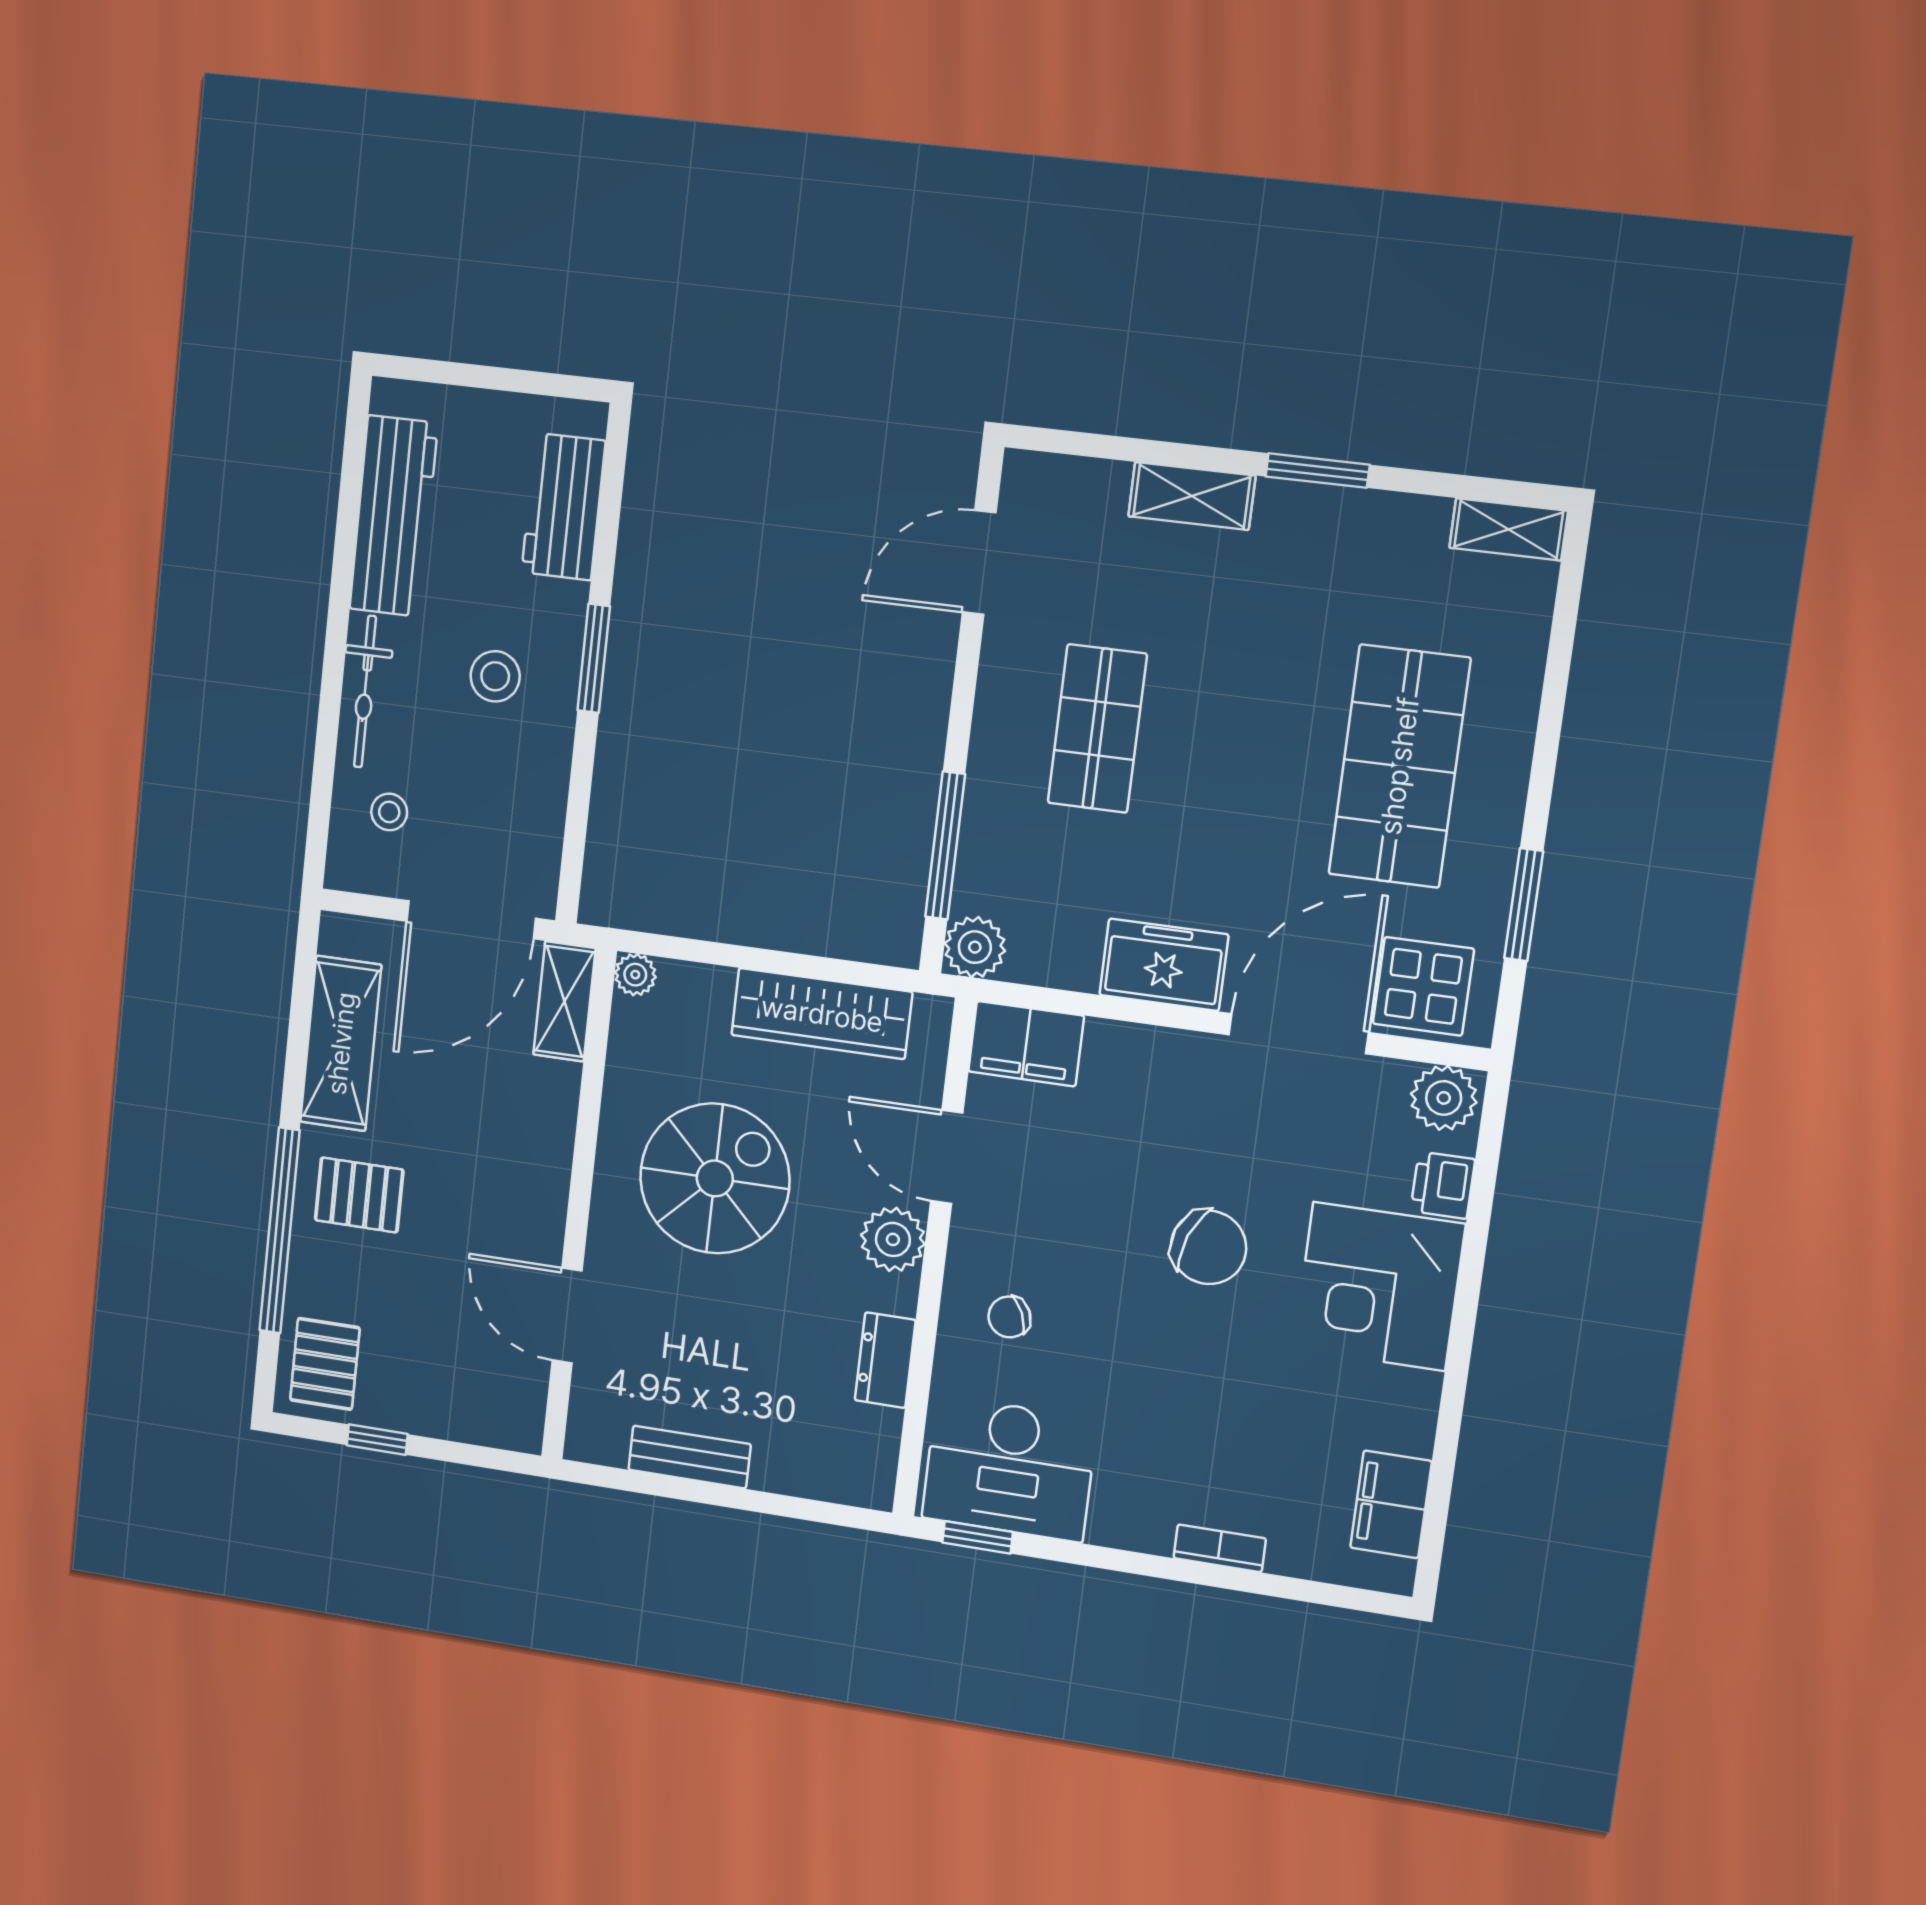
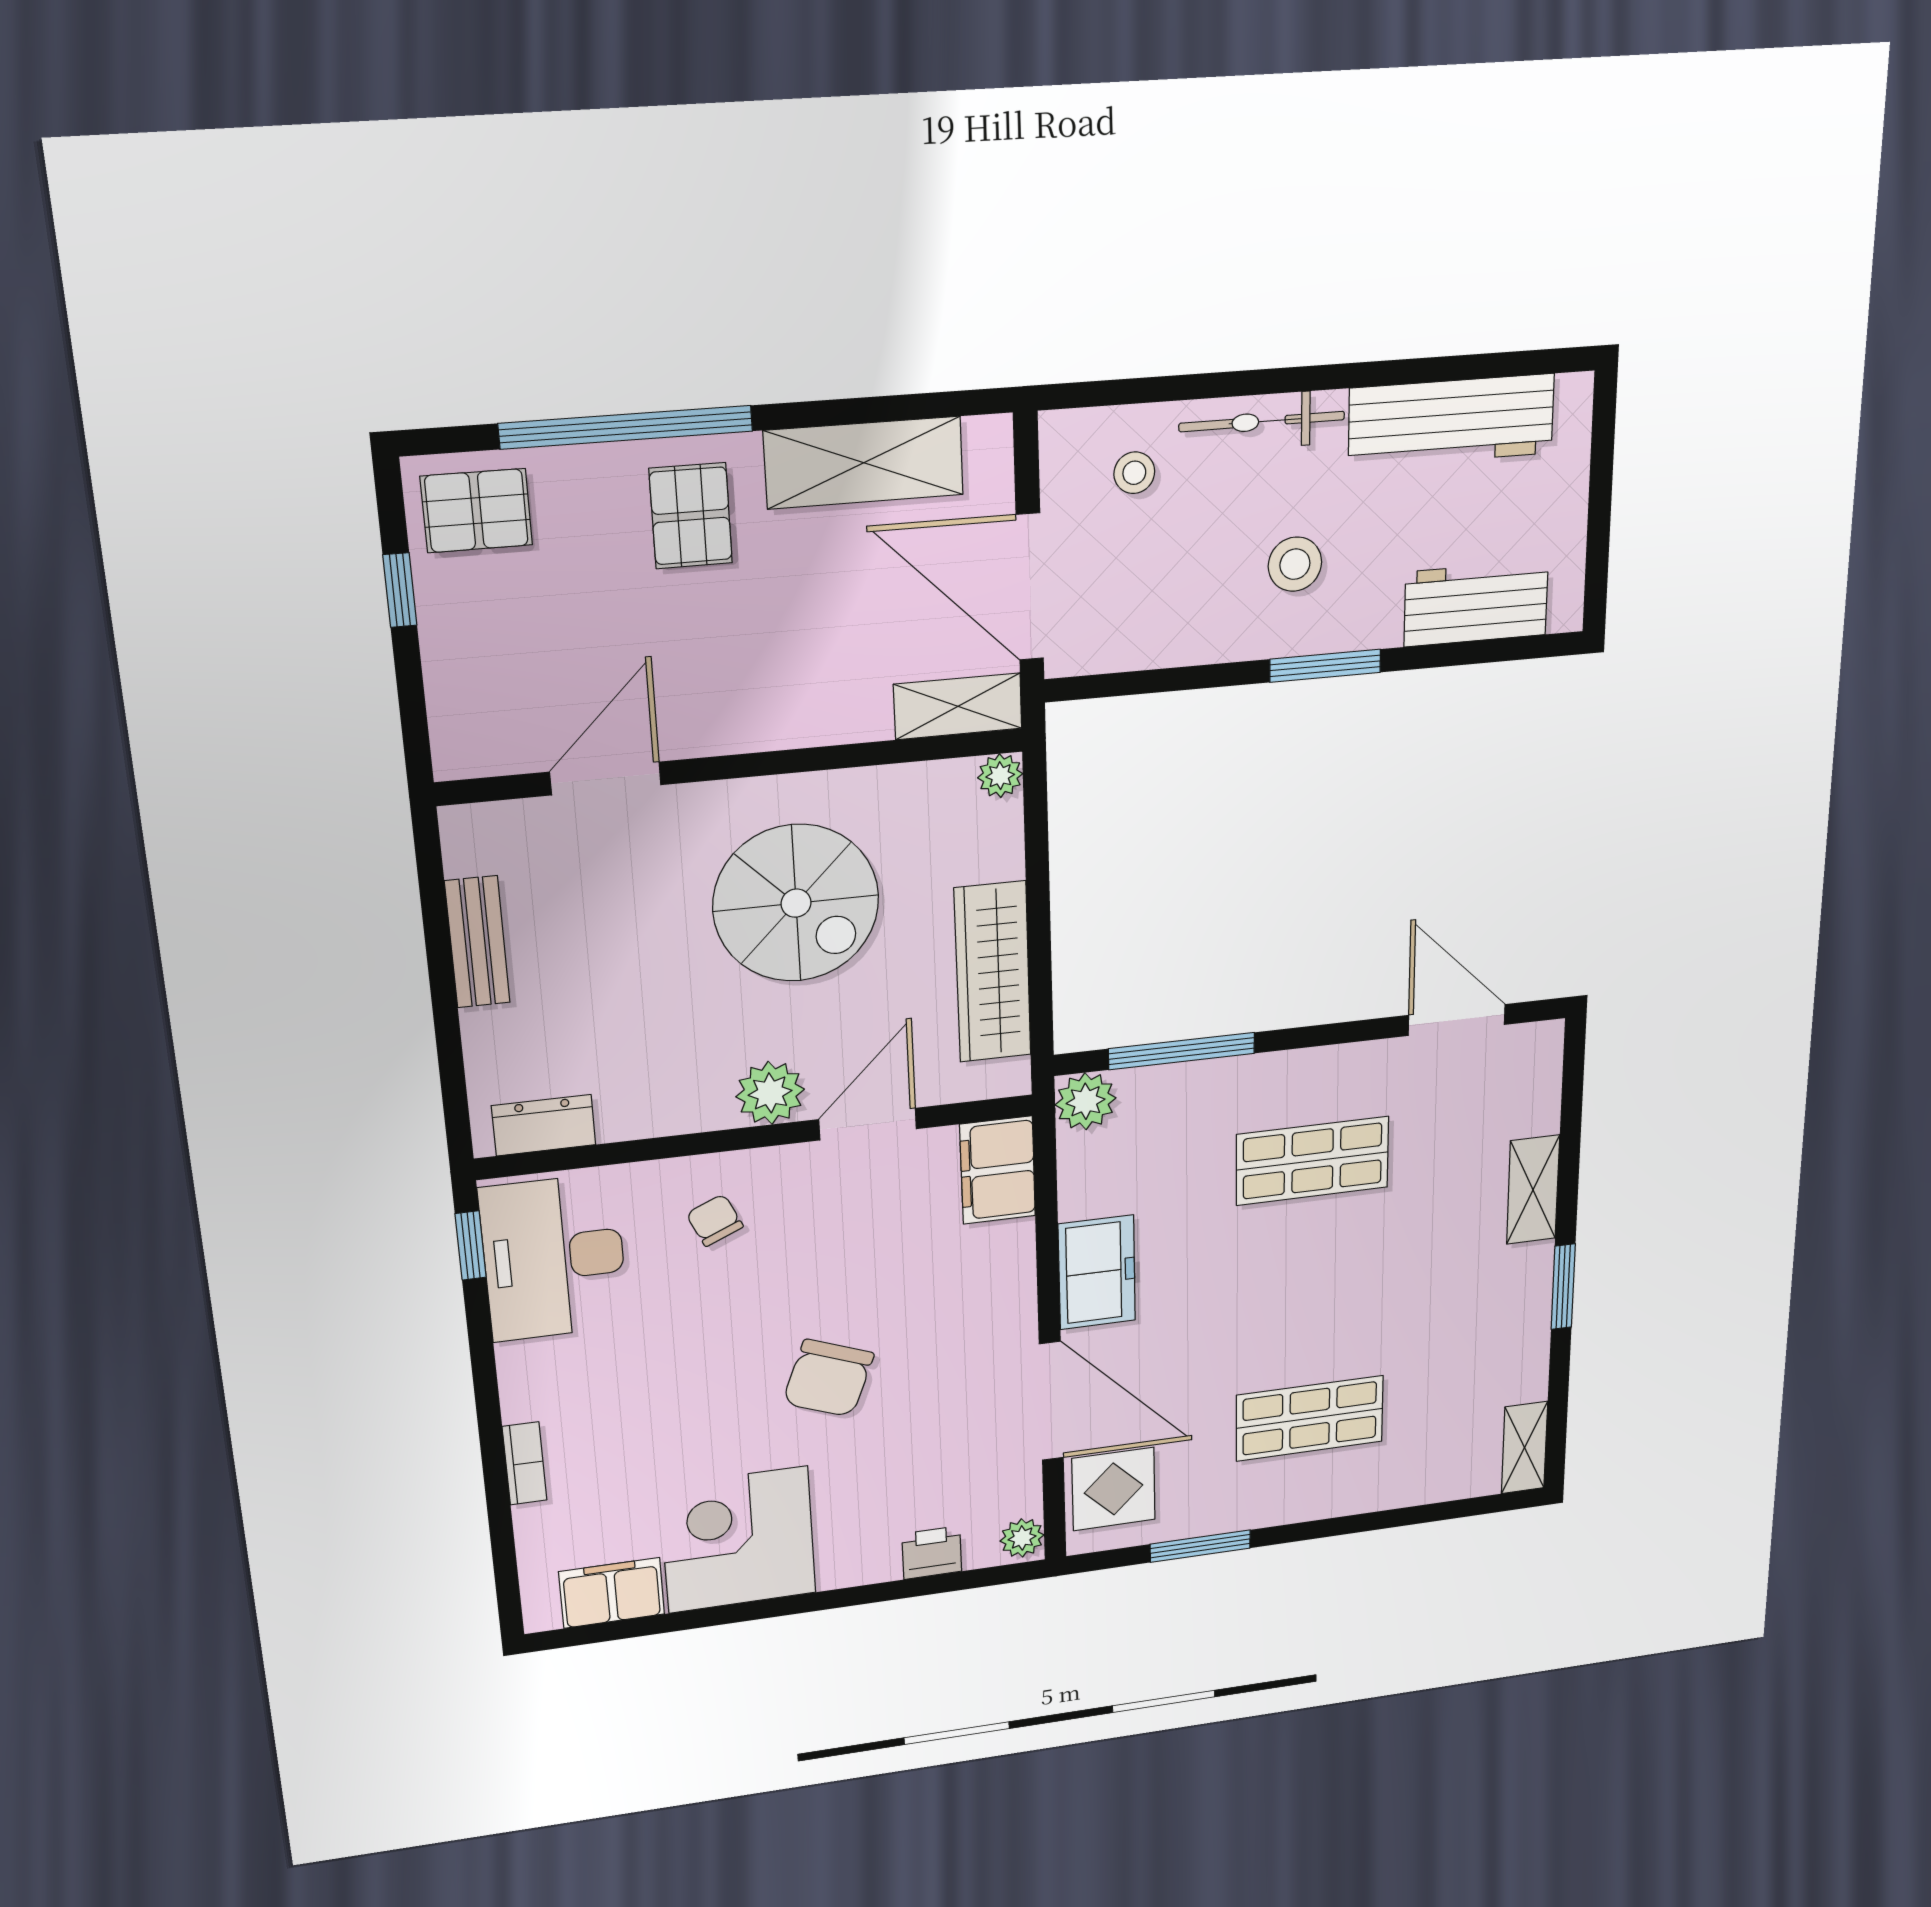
shop shelf: (1399, 766) -> (1310, 1418), width x0.70, depth x0.74
plant: (1444, 1098) -> (1022, 1538), width x0.73, depth x0.73
corner desk: (1379, 1286) -> (738, 1540), moved
dresser: (885, 1360) -> (544, 1125), moved

